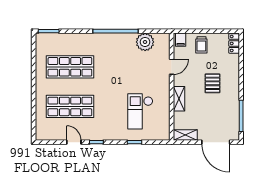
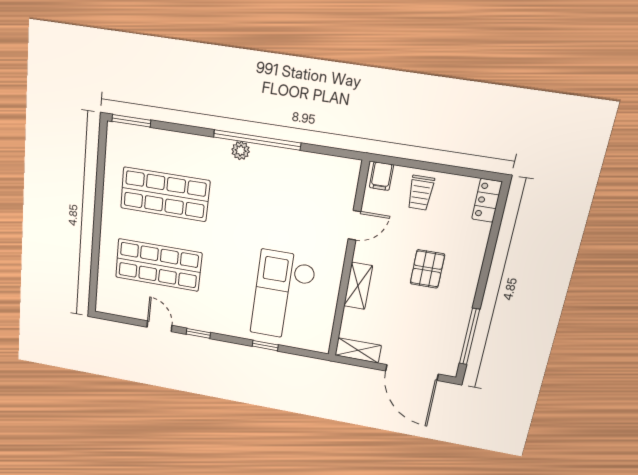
plant: (145, 42) -> (241, 151), moved, width x0.53, depth x0.53
checkout: (140, 111) -> (283, 296), width x1.36, depth x1.21

